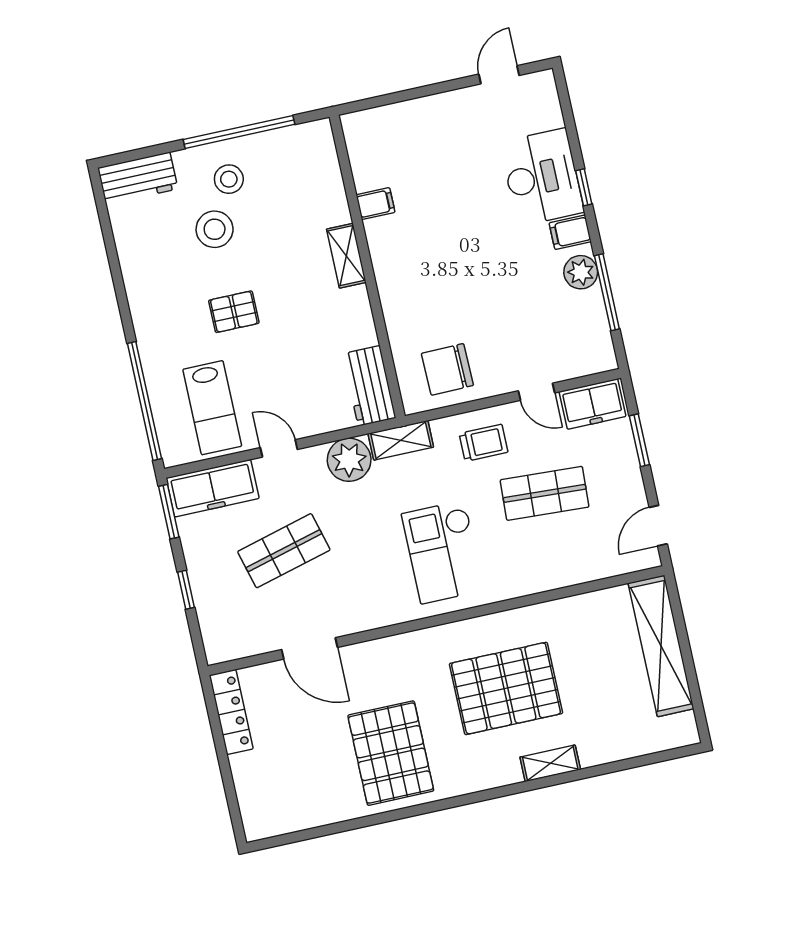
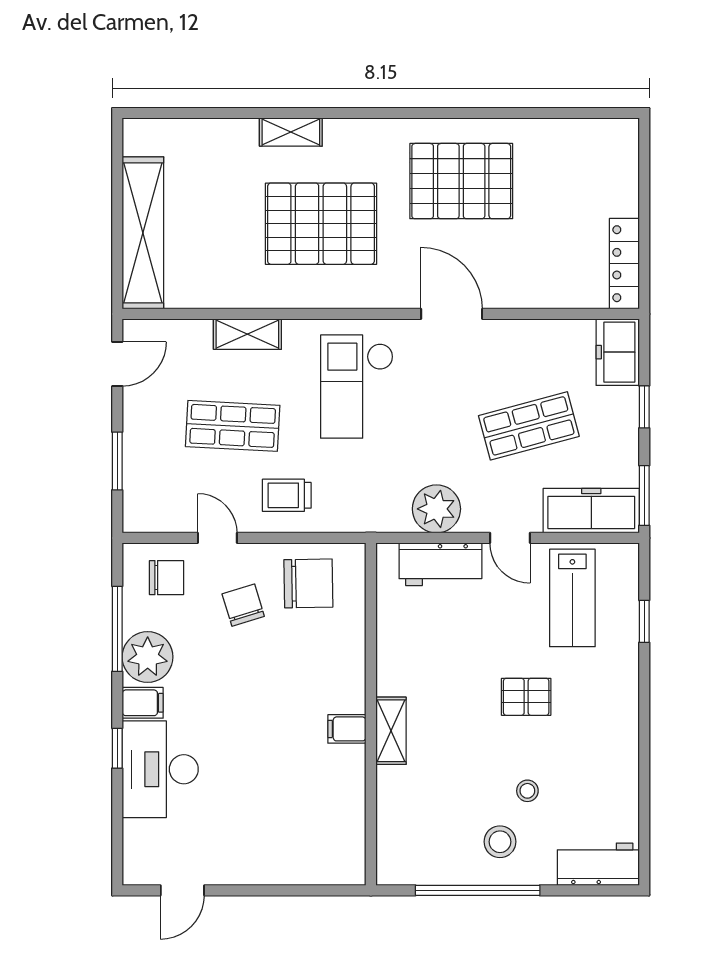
filing cabinet: (375, 204) -> (347, 729), moved
stool: (215, 229) -> (527, 791), width x0.53, depth x0.53
plant: (581, 272) -> (148, 657), width x1.36, depth x1.36
chair: (501, 338) -> (243, 605), added
chair: (573, 347) -> (167, 578), added
workbench: (369, 386) -> (440, 564), moved, turned 90
window: (144, 401) -> (644, 621), width x0.32
freezer: (592, 404) -> (618, 352), moved, turned -90
lab bench: (212, 408) -> (572, 598), turned 180
shelving: (401, 440) -> (247, 334), moved
checkout: (443, 552) -> (357, 387), turned 180
door: (310, 648) -> (452, 314), moved
pallet: (391, 753) -> (461, 181), turned 90

